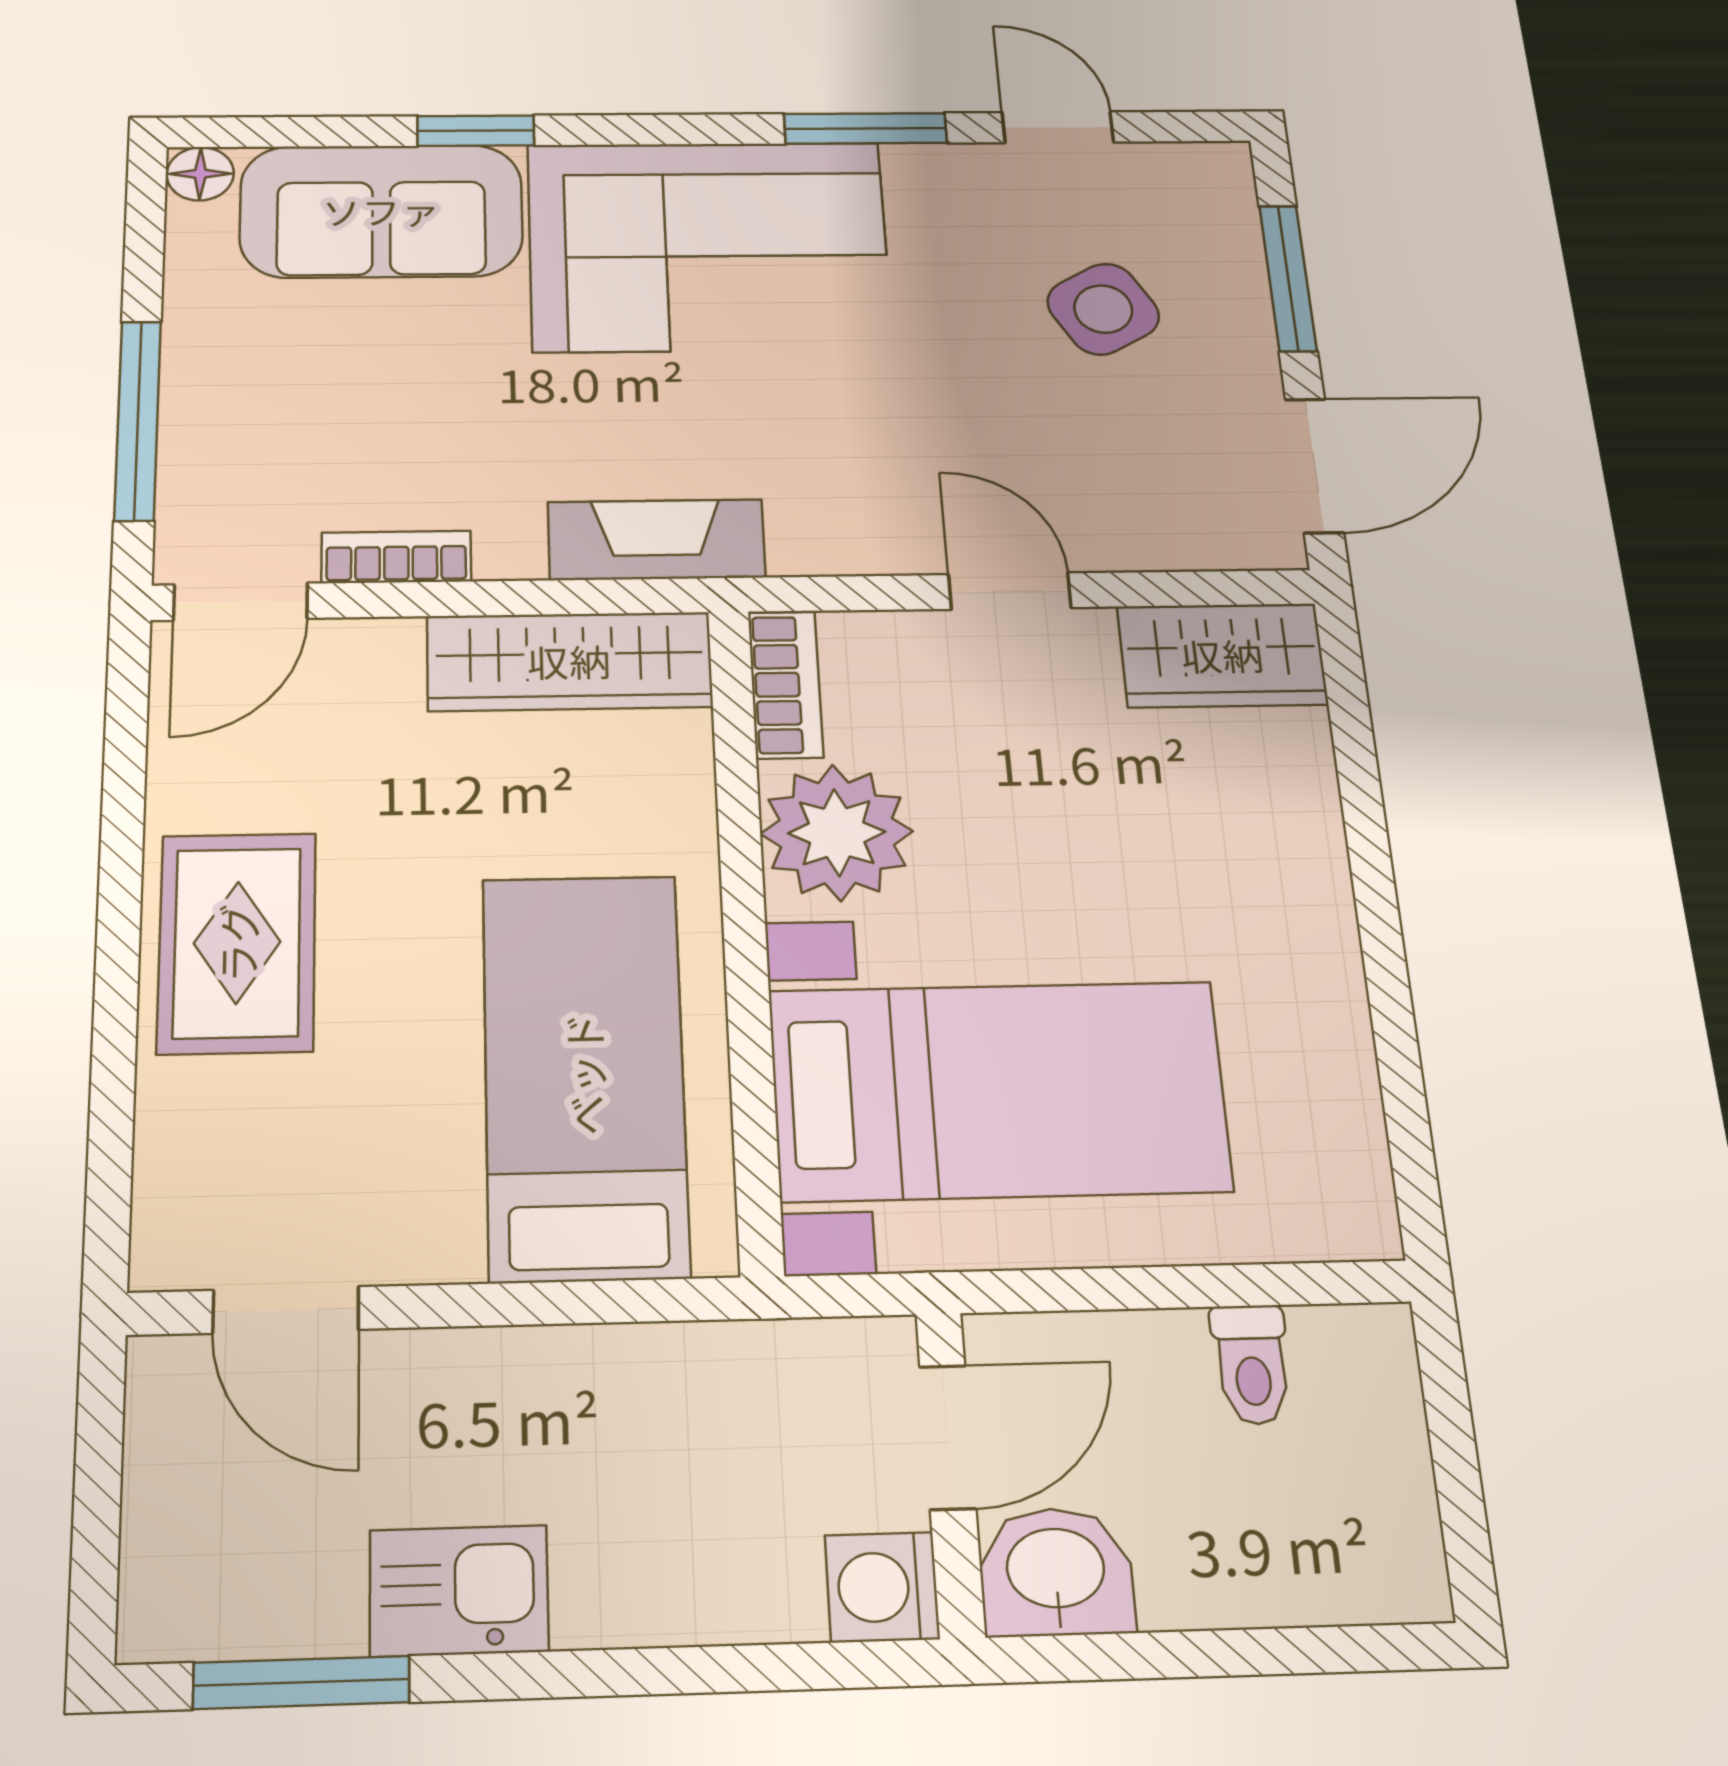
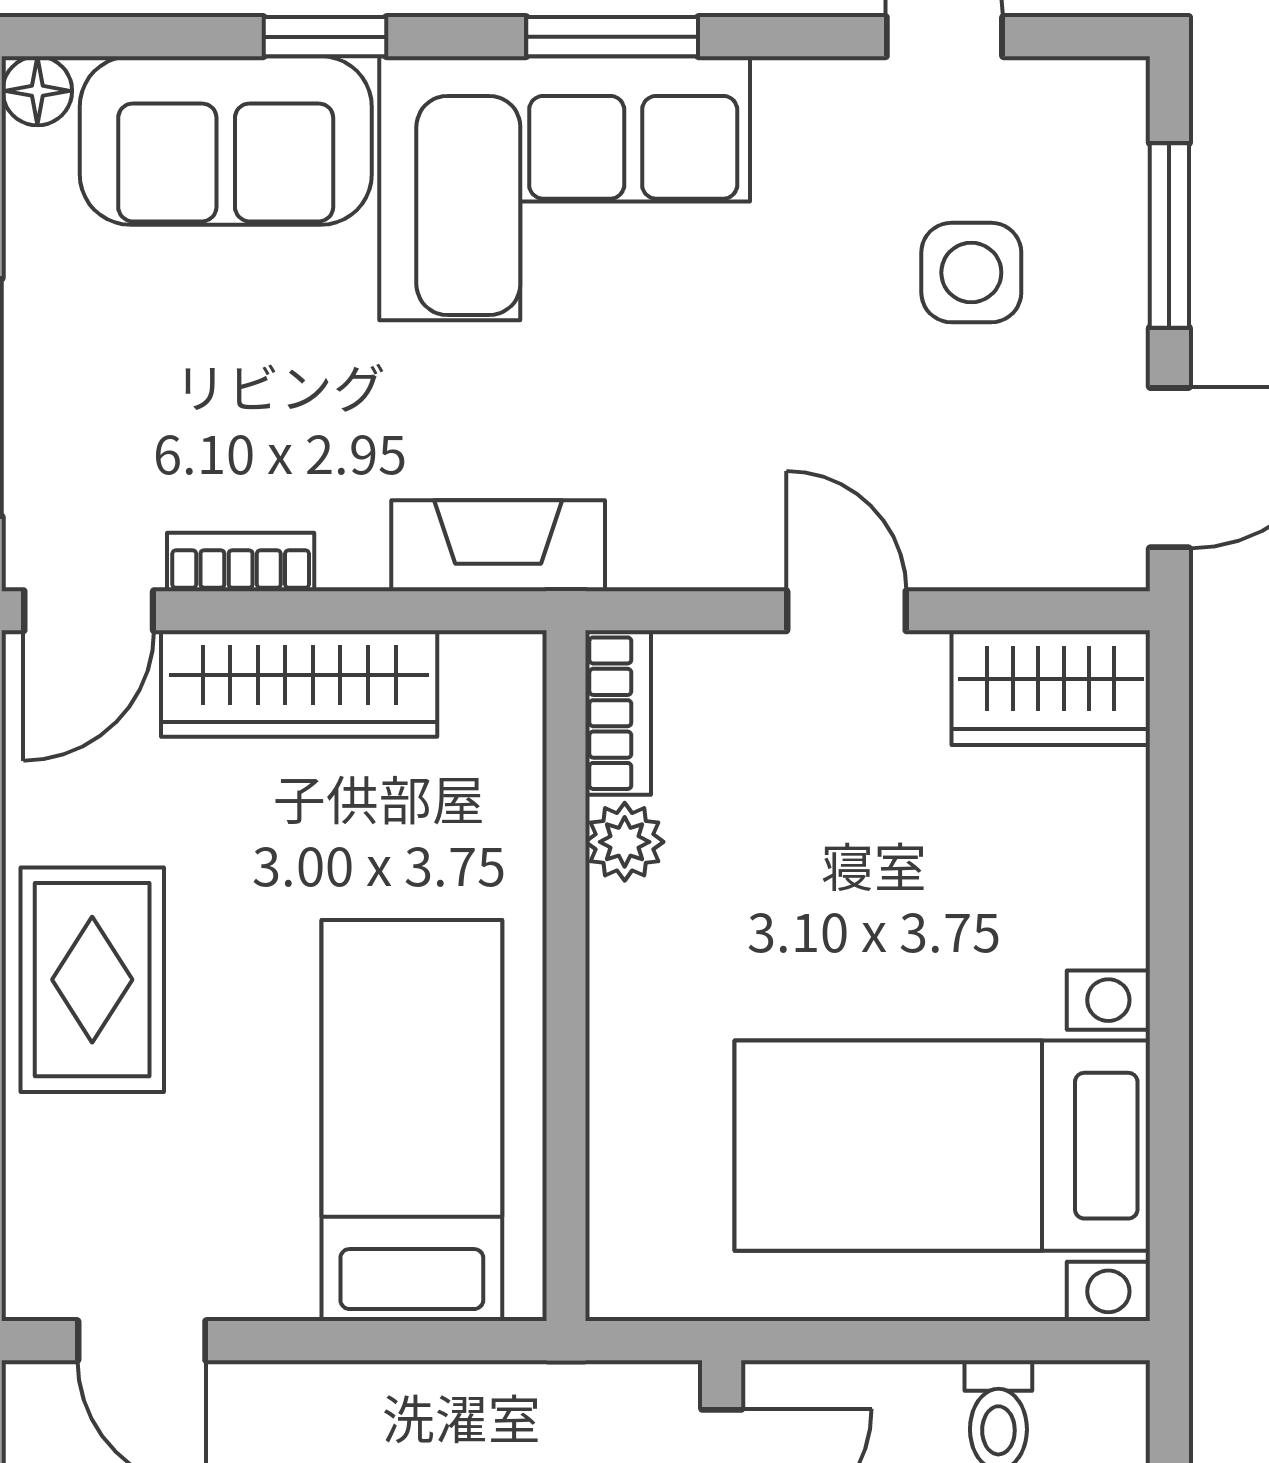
window: (865, 128) -> (612, 37), moved
side table: (1103, 309) -> (971, 273), turned 30
wardrobe: (569, 661) -> (299, 684), moved
plant: (837, 833) -> (625, 842), width x0.53, depth x0.53
bed with nightstands: (999, 1091) -> (942, 1146), moved, turned 180

